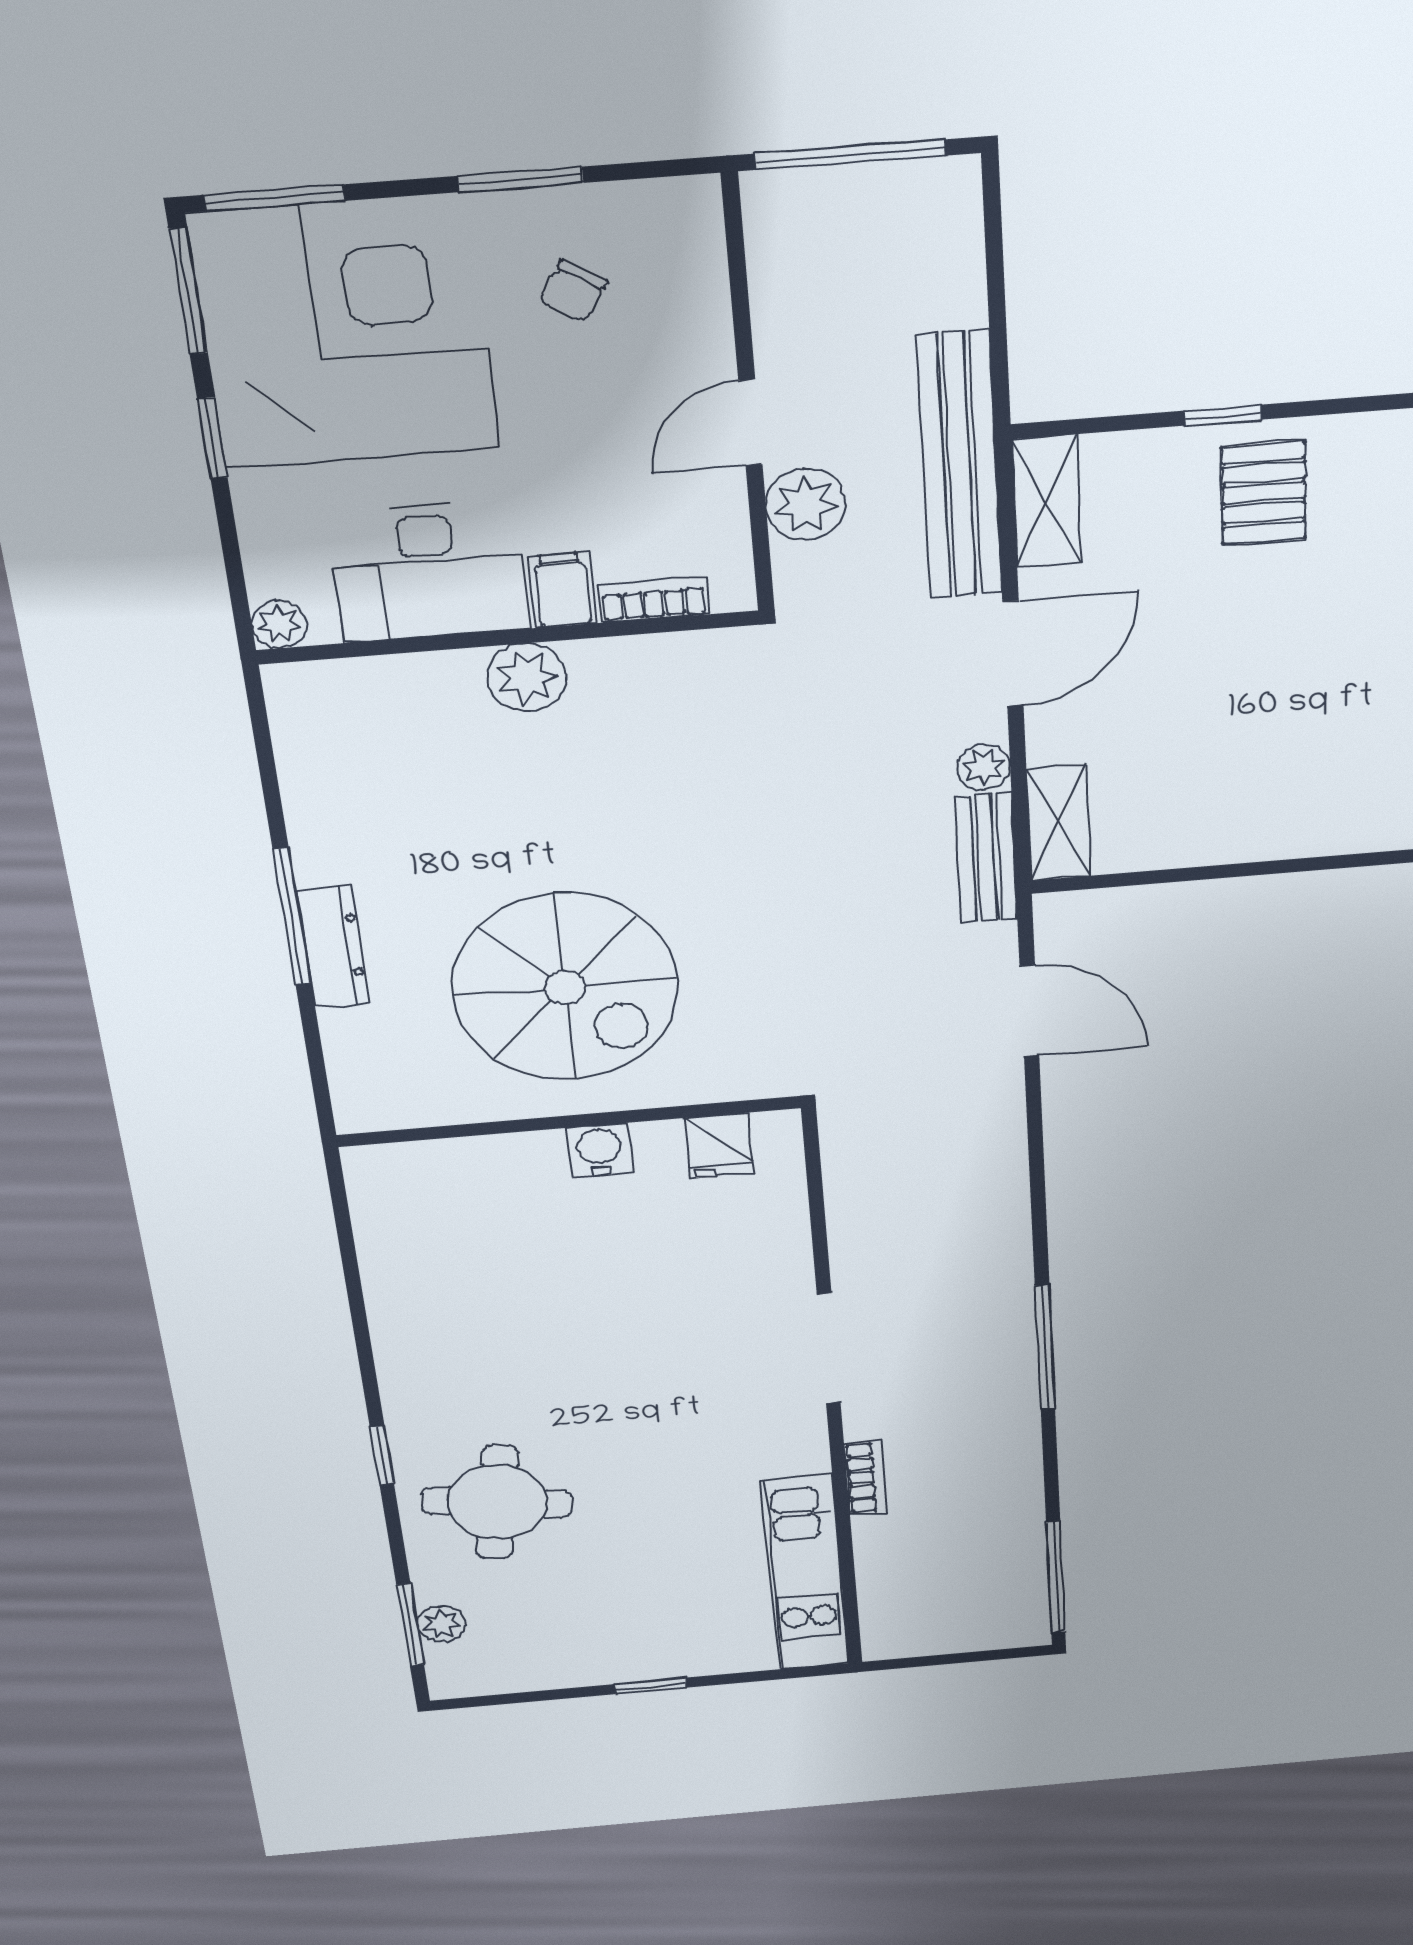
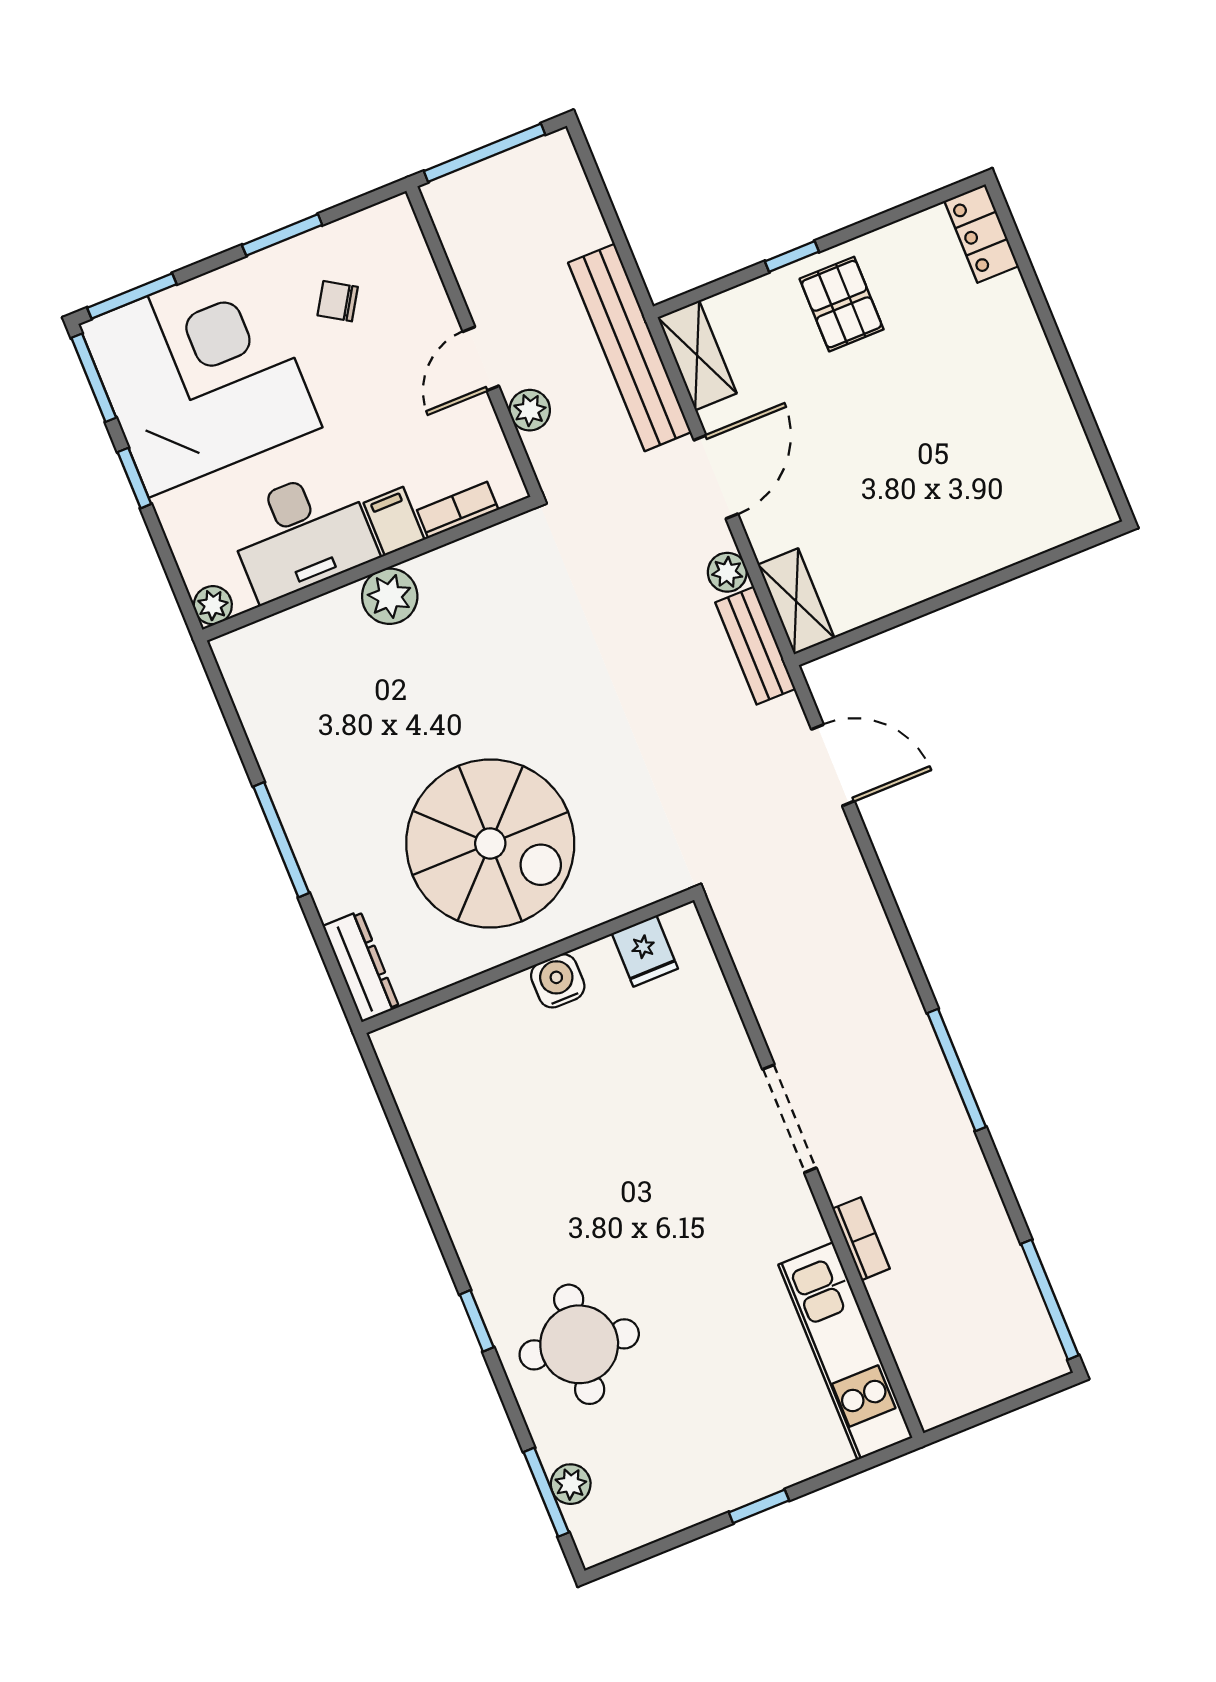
chair: (573, 291) -> (338, 301), turned 90
plant: (806, 504) -> (530, 410), width x0.73, depth x0.73
dresser: (333, 947) -> (361, 966), moved

